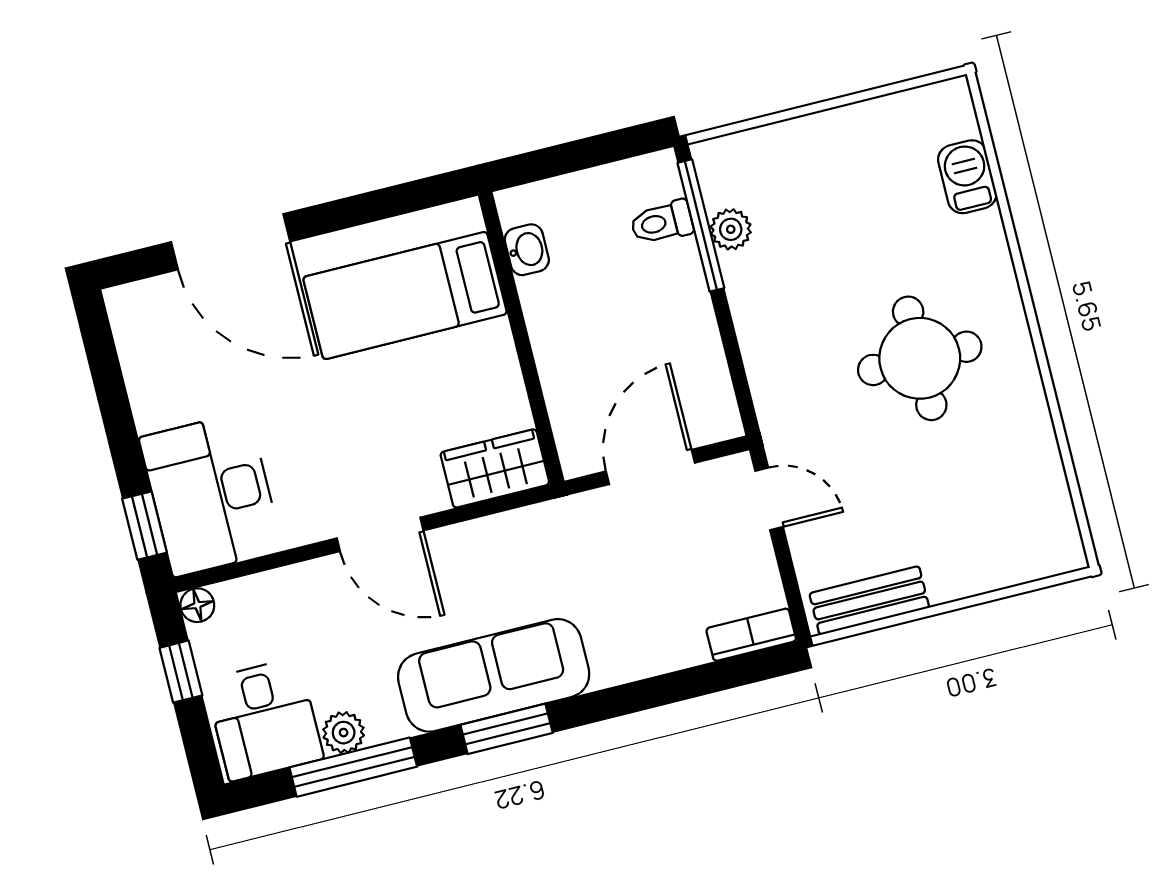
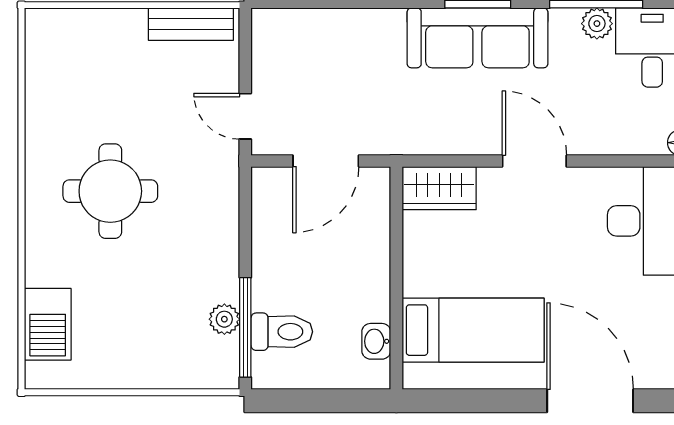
barbecue: (967, 177) -> (48, 324), width x1.38, depth x1.27
toilet: (662, 222) -> (282, 332), width x1.37, depth x1.39
bookcase: (751, 635) -> (283, 21), removed

